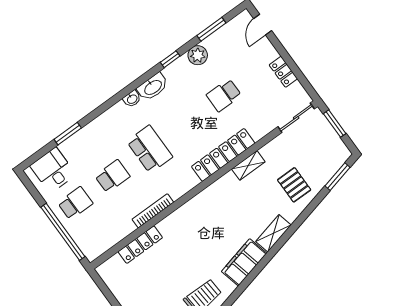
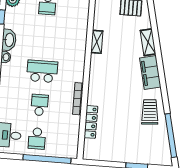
locker: (223, 155) -> (80, 33), removed
shelving: (248, 165) -> (97, 42), moved
school desk: (75, 203) -> (37, 138), turned 180

